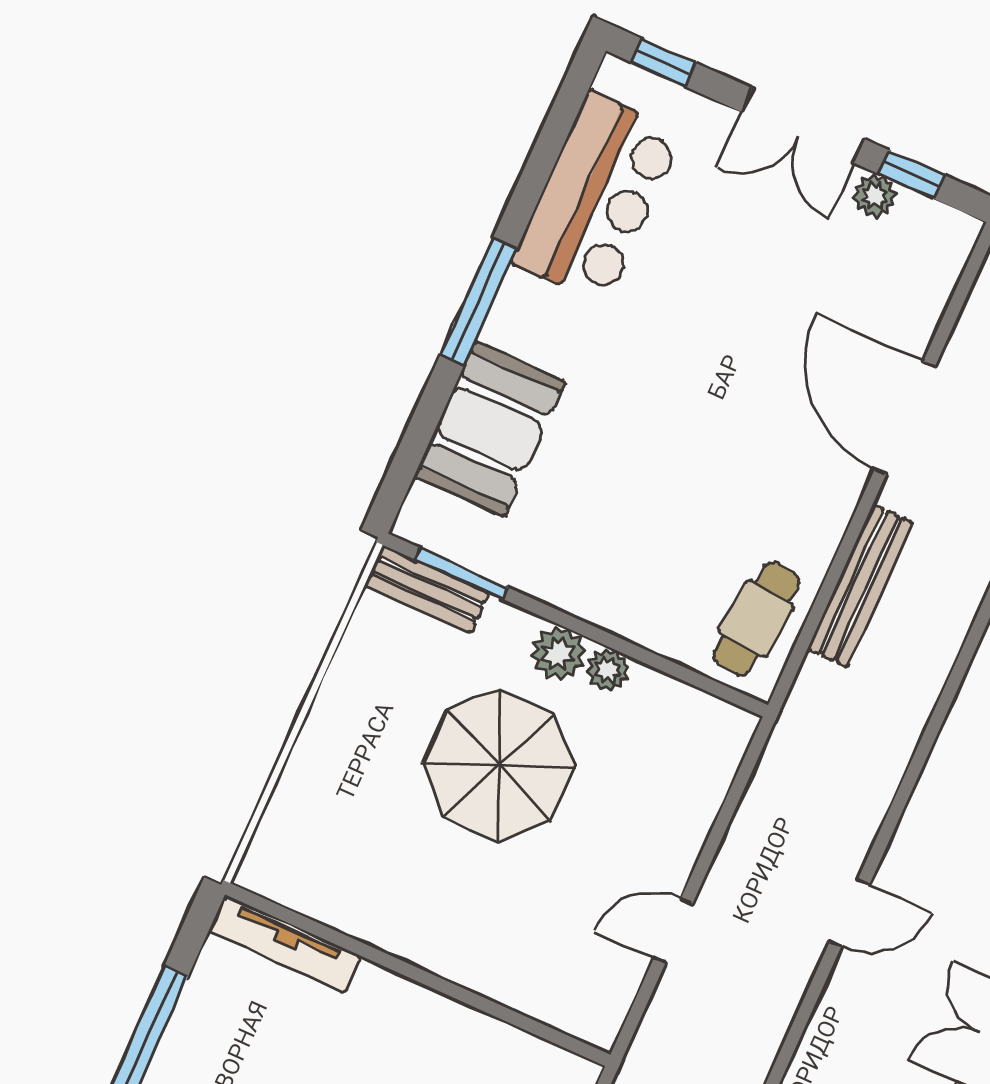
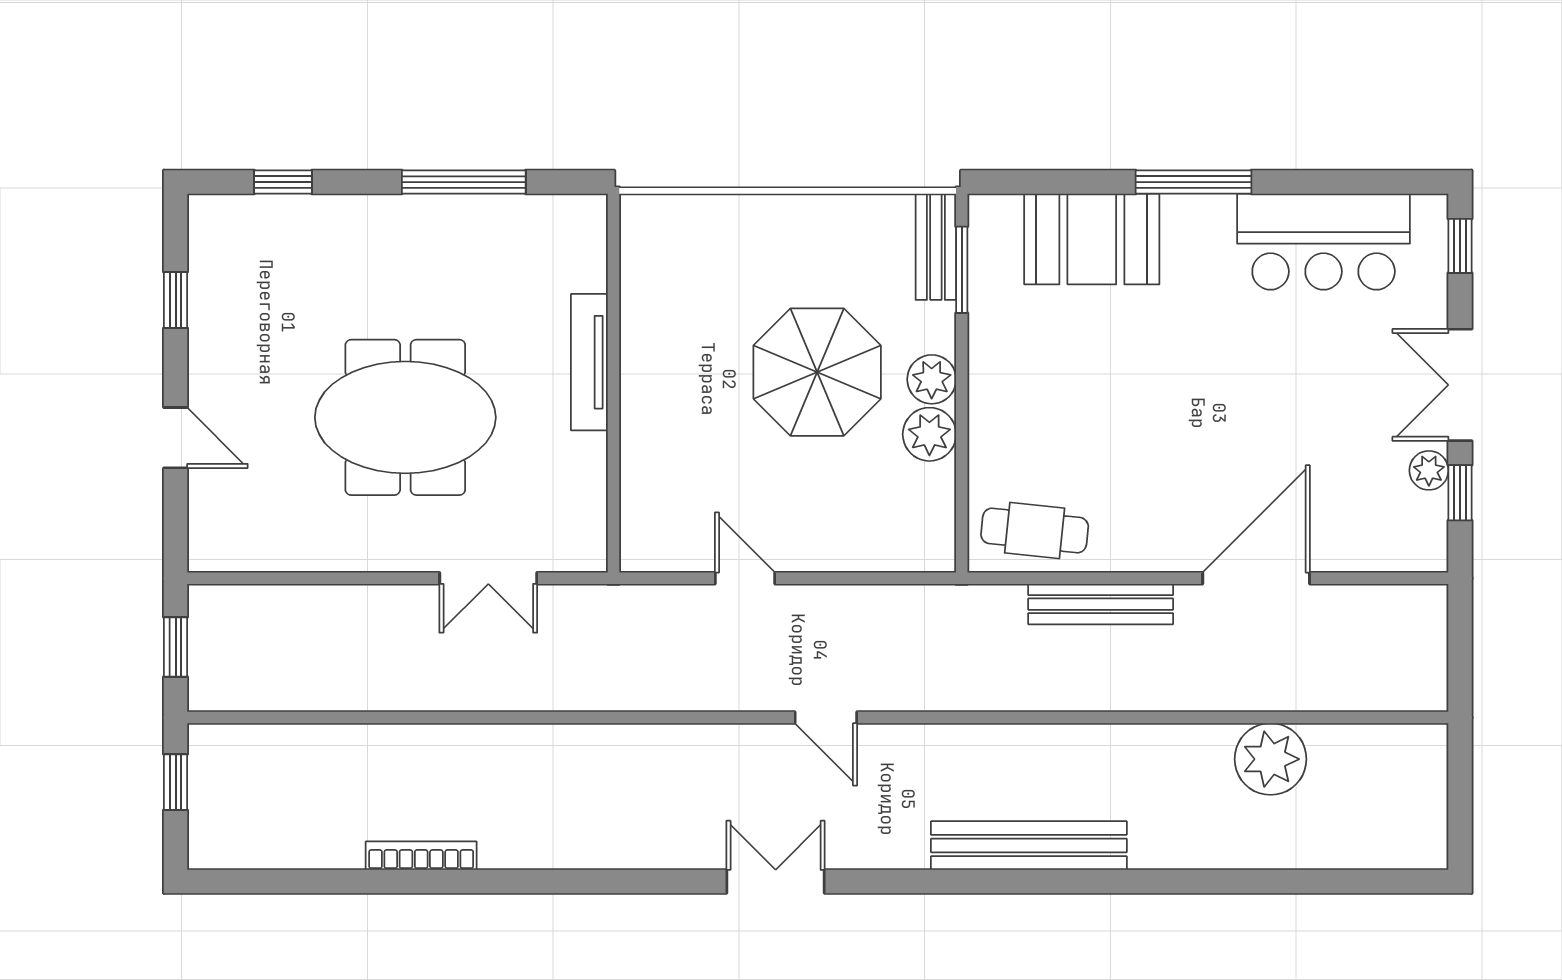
plant: (608, 670) -> (929, 434), width x1.38, depth x1.38
tv unit: (285, 944) -> (589, 362), moved

